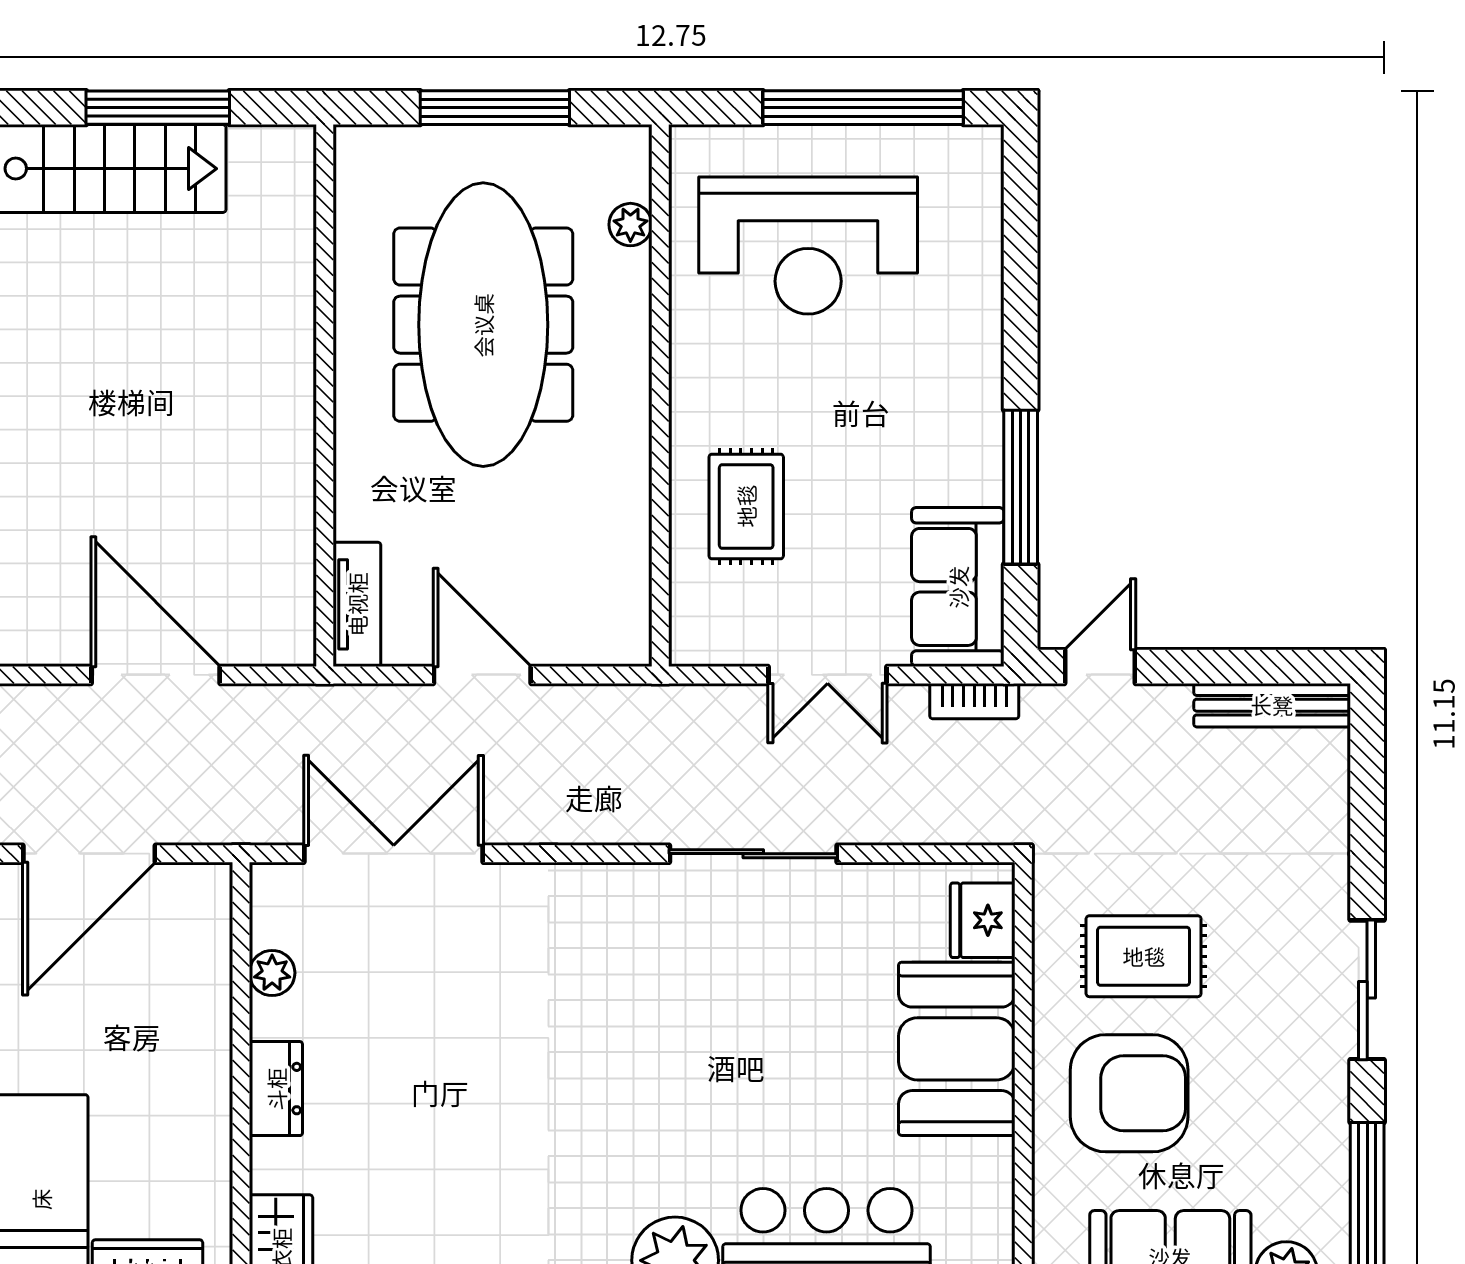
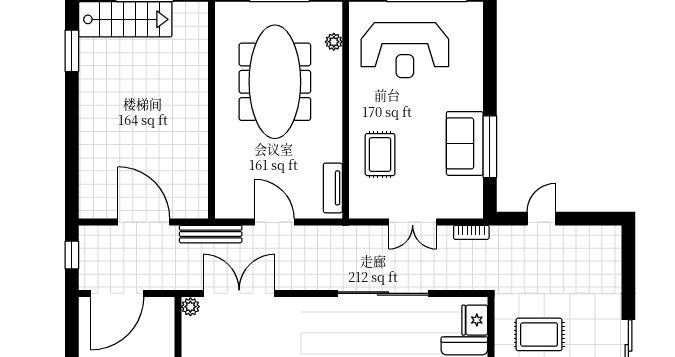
sofa: (958, 587) -> (465, 143), moved
tv unit: (357, 604) -> (333, 188), moved, turned 180
door: (1100, 667) -> (541, 219), moved
bench: (1272, 705) -> (211, 234), moved
sliding door: (753, 854) -> (383, 293), width x1.36
plant: (272, 973) -> (190, 307), moved

